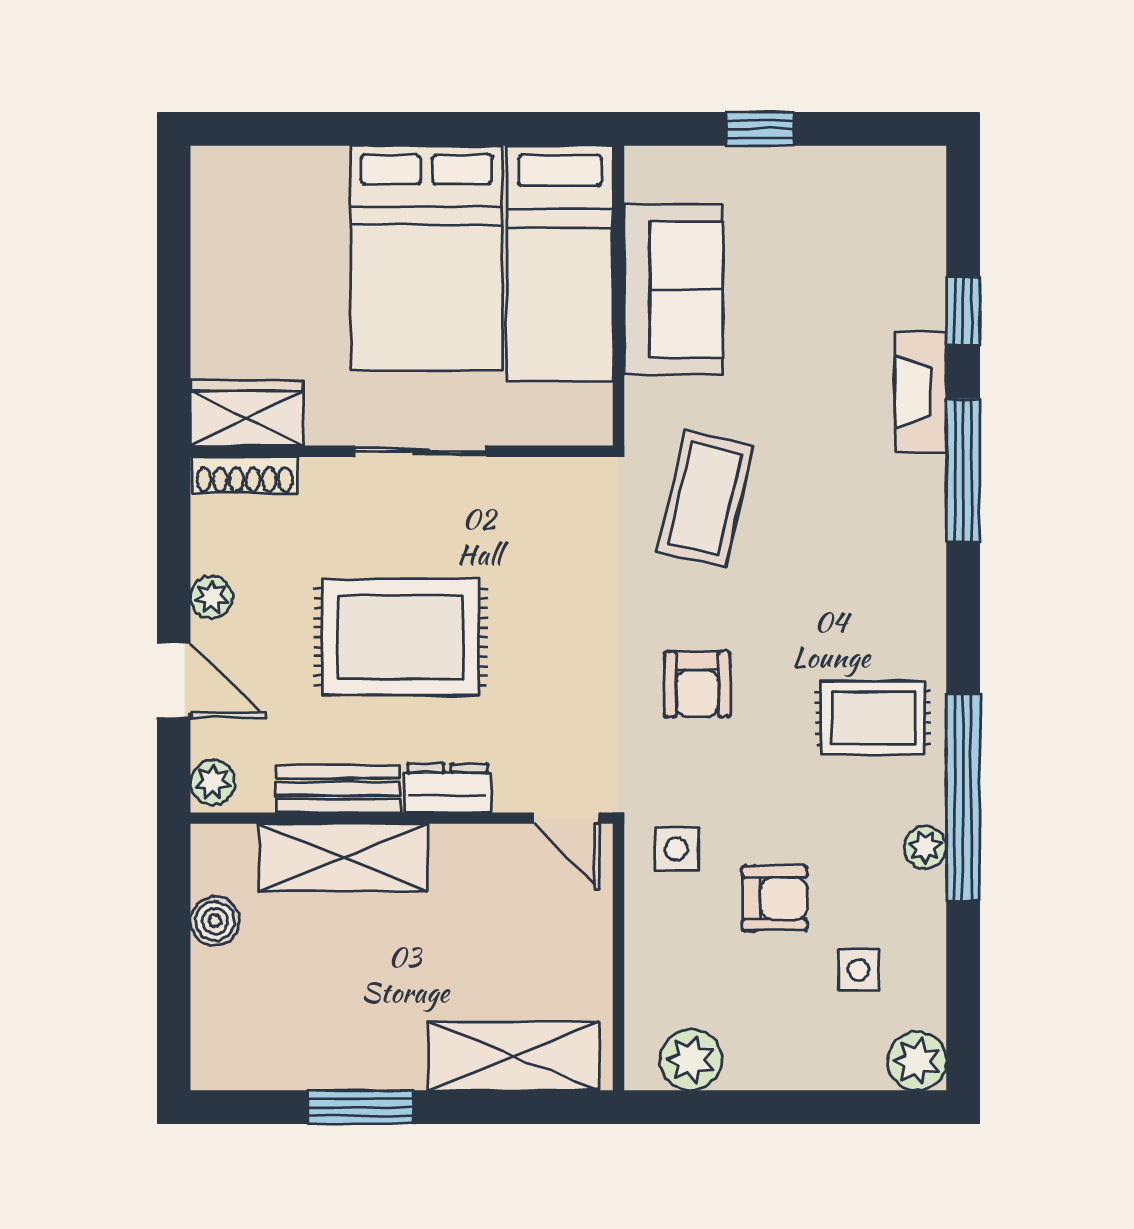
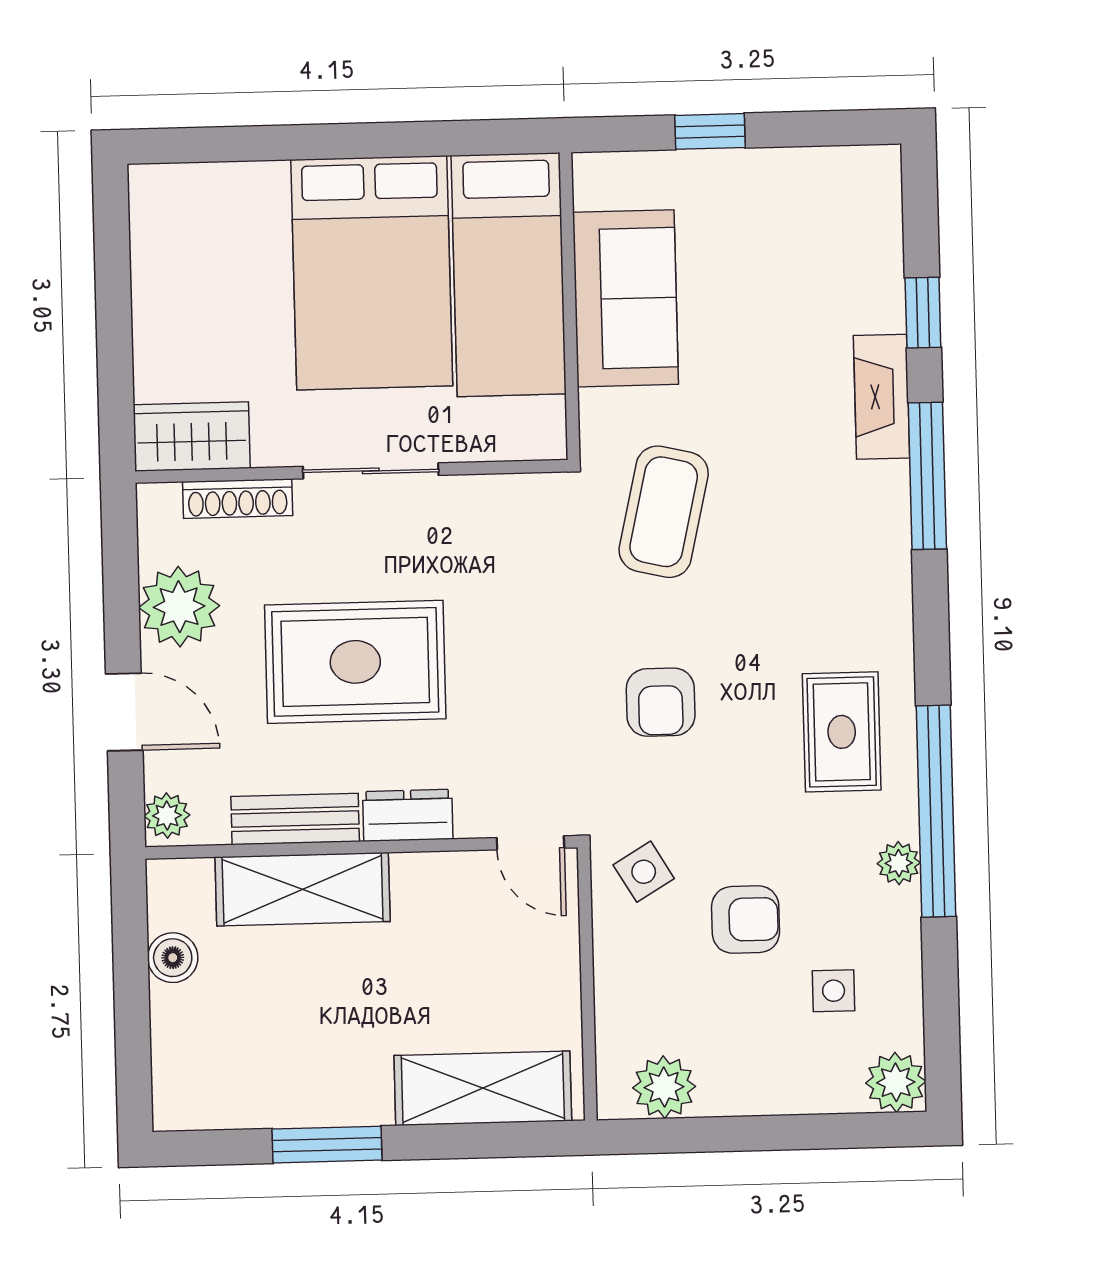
shoe rack: (245, 475) -> (238, 499), moved
plant: (212, 597) -> (179, 607), width x1.87, depth x1.87
rug: (873, 718) -> (842, 732), turned 90
side table: (676, 849) -> (644, 872), turned -31

